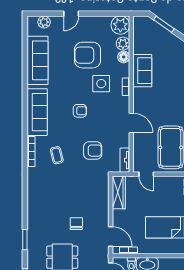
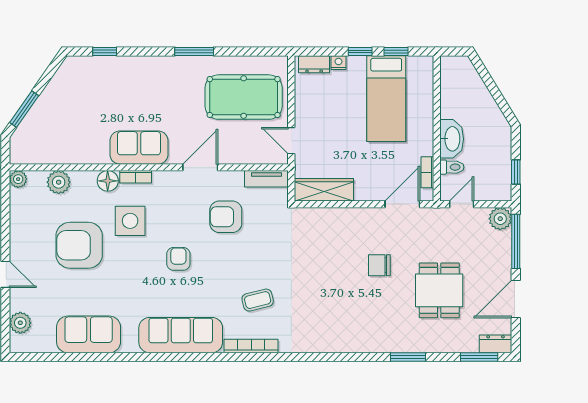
plant: (120, 25) -> (18, 179), width x0.53, depth x0.53
armchair: (88, 55) -> (79, 245), turned 90
floor lamp: (124, 57) -> (108, 181), moved
sofa: (38, 60) -> (89, 334), width x0.73
sofa: (142, 71) -> (139, 148), moved
armchair: (93, 151) -> (226, 217), moved, turned -90
door: (146, 174) -> (291, 141), swing flipped

